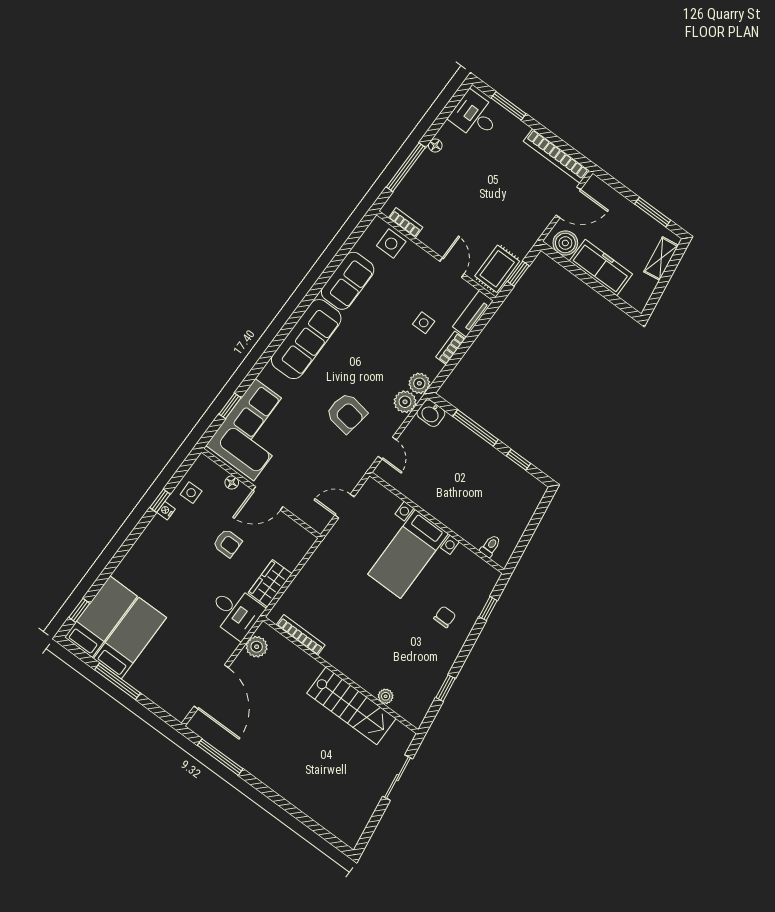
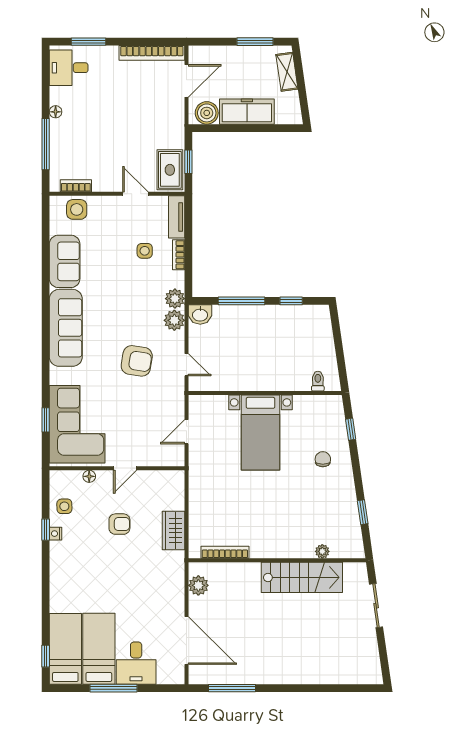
door: (268, 498) -> (125, 468), width x0.73
desk: (236, 612) -> (136, 663), moved, turned 90

